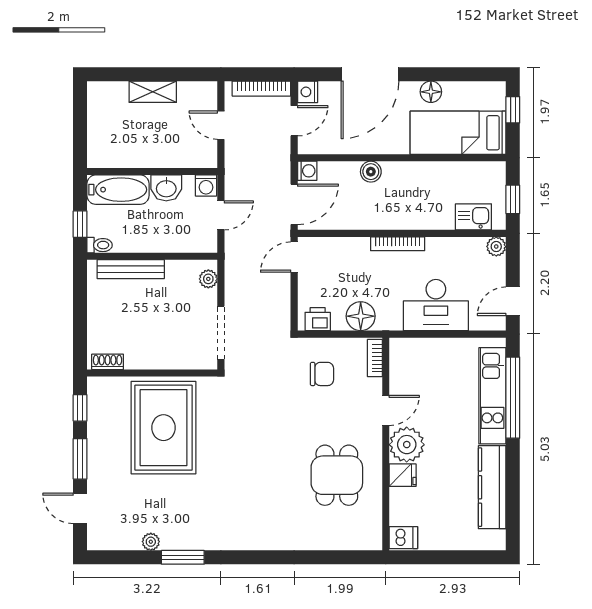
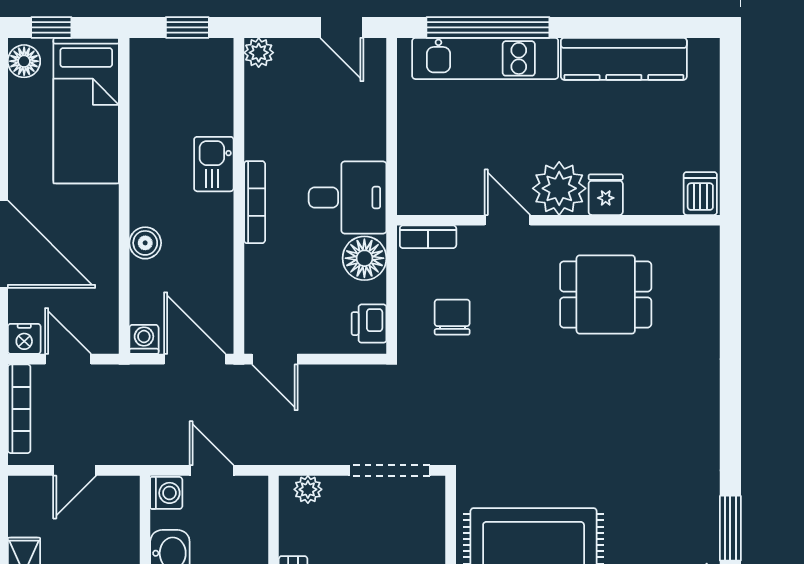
floor lamp: (431, 92) -> (24, 61), moved
kitchen sink: (473, 217) -> (214, 164), moved
desk: (436, 305) -> (348, 197), moved, width x0.73

